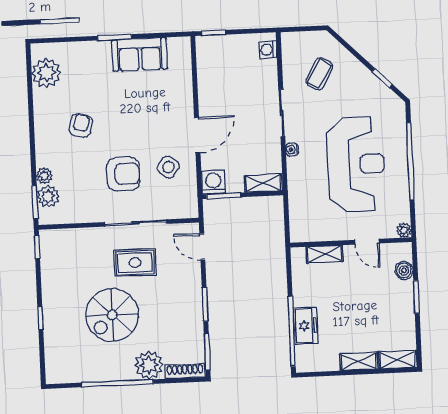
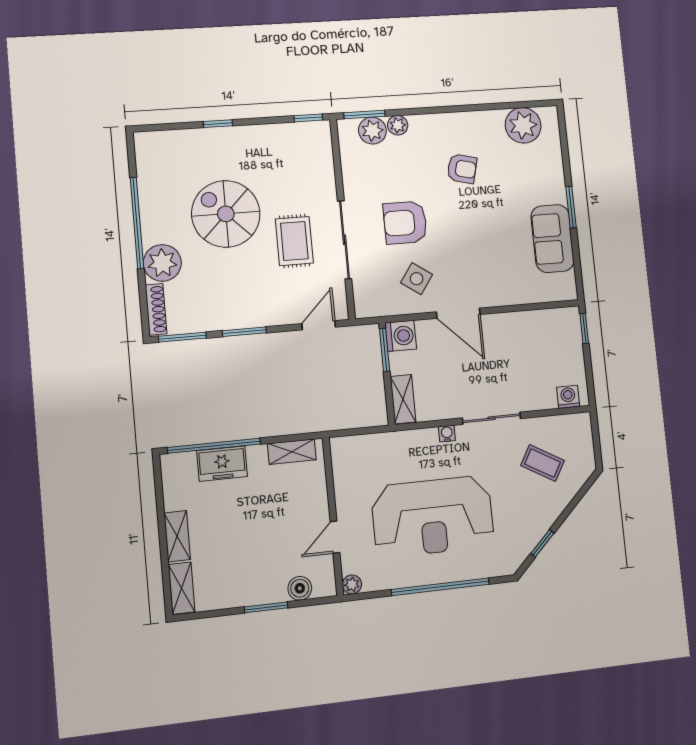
armchair: (123, 174) -> (405, 223), turned 90
shelving: (324, 254) -> (292, 452), moved, turned 90

